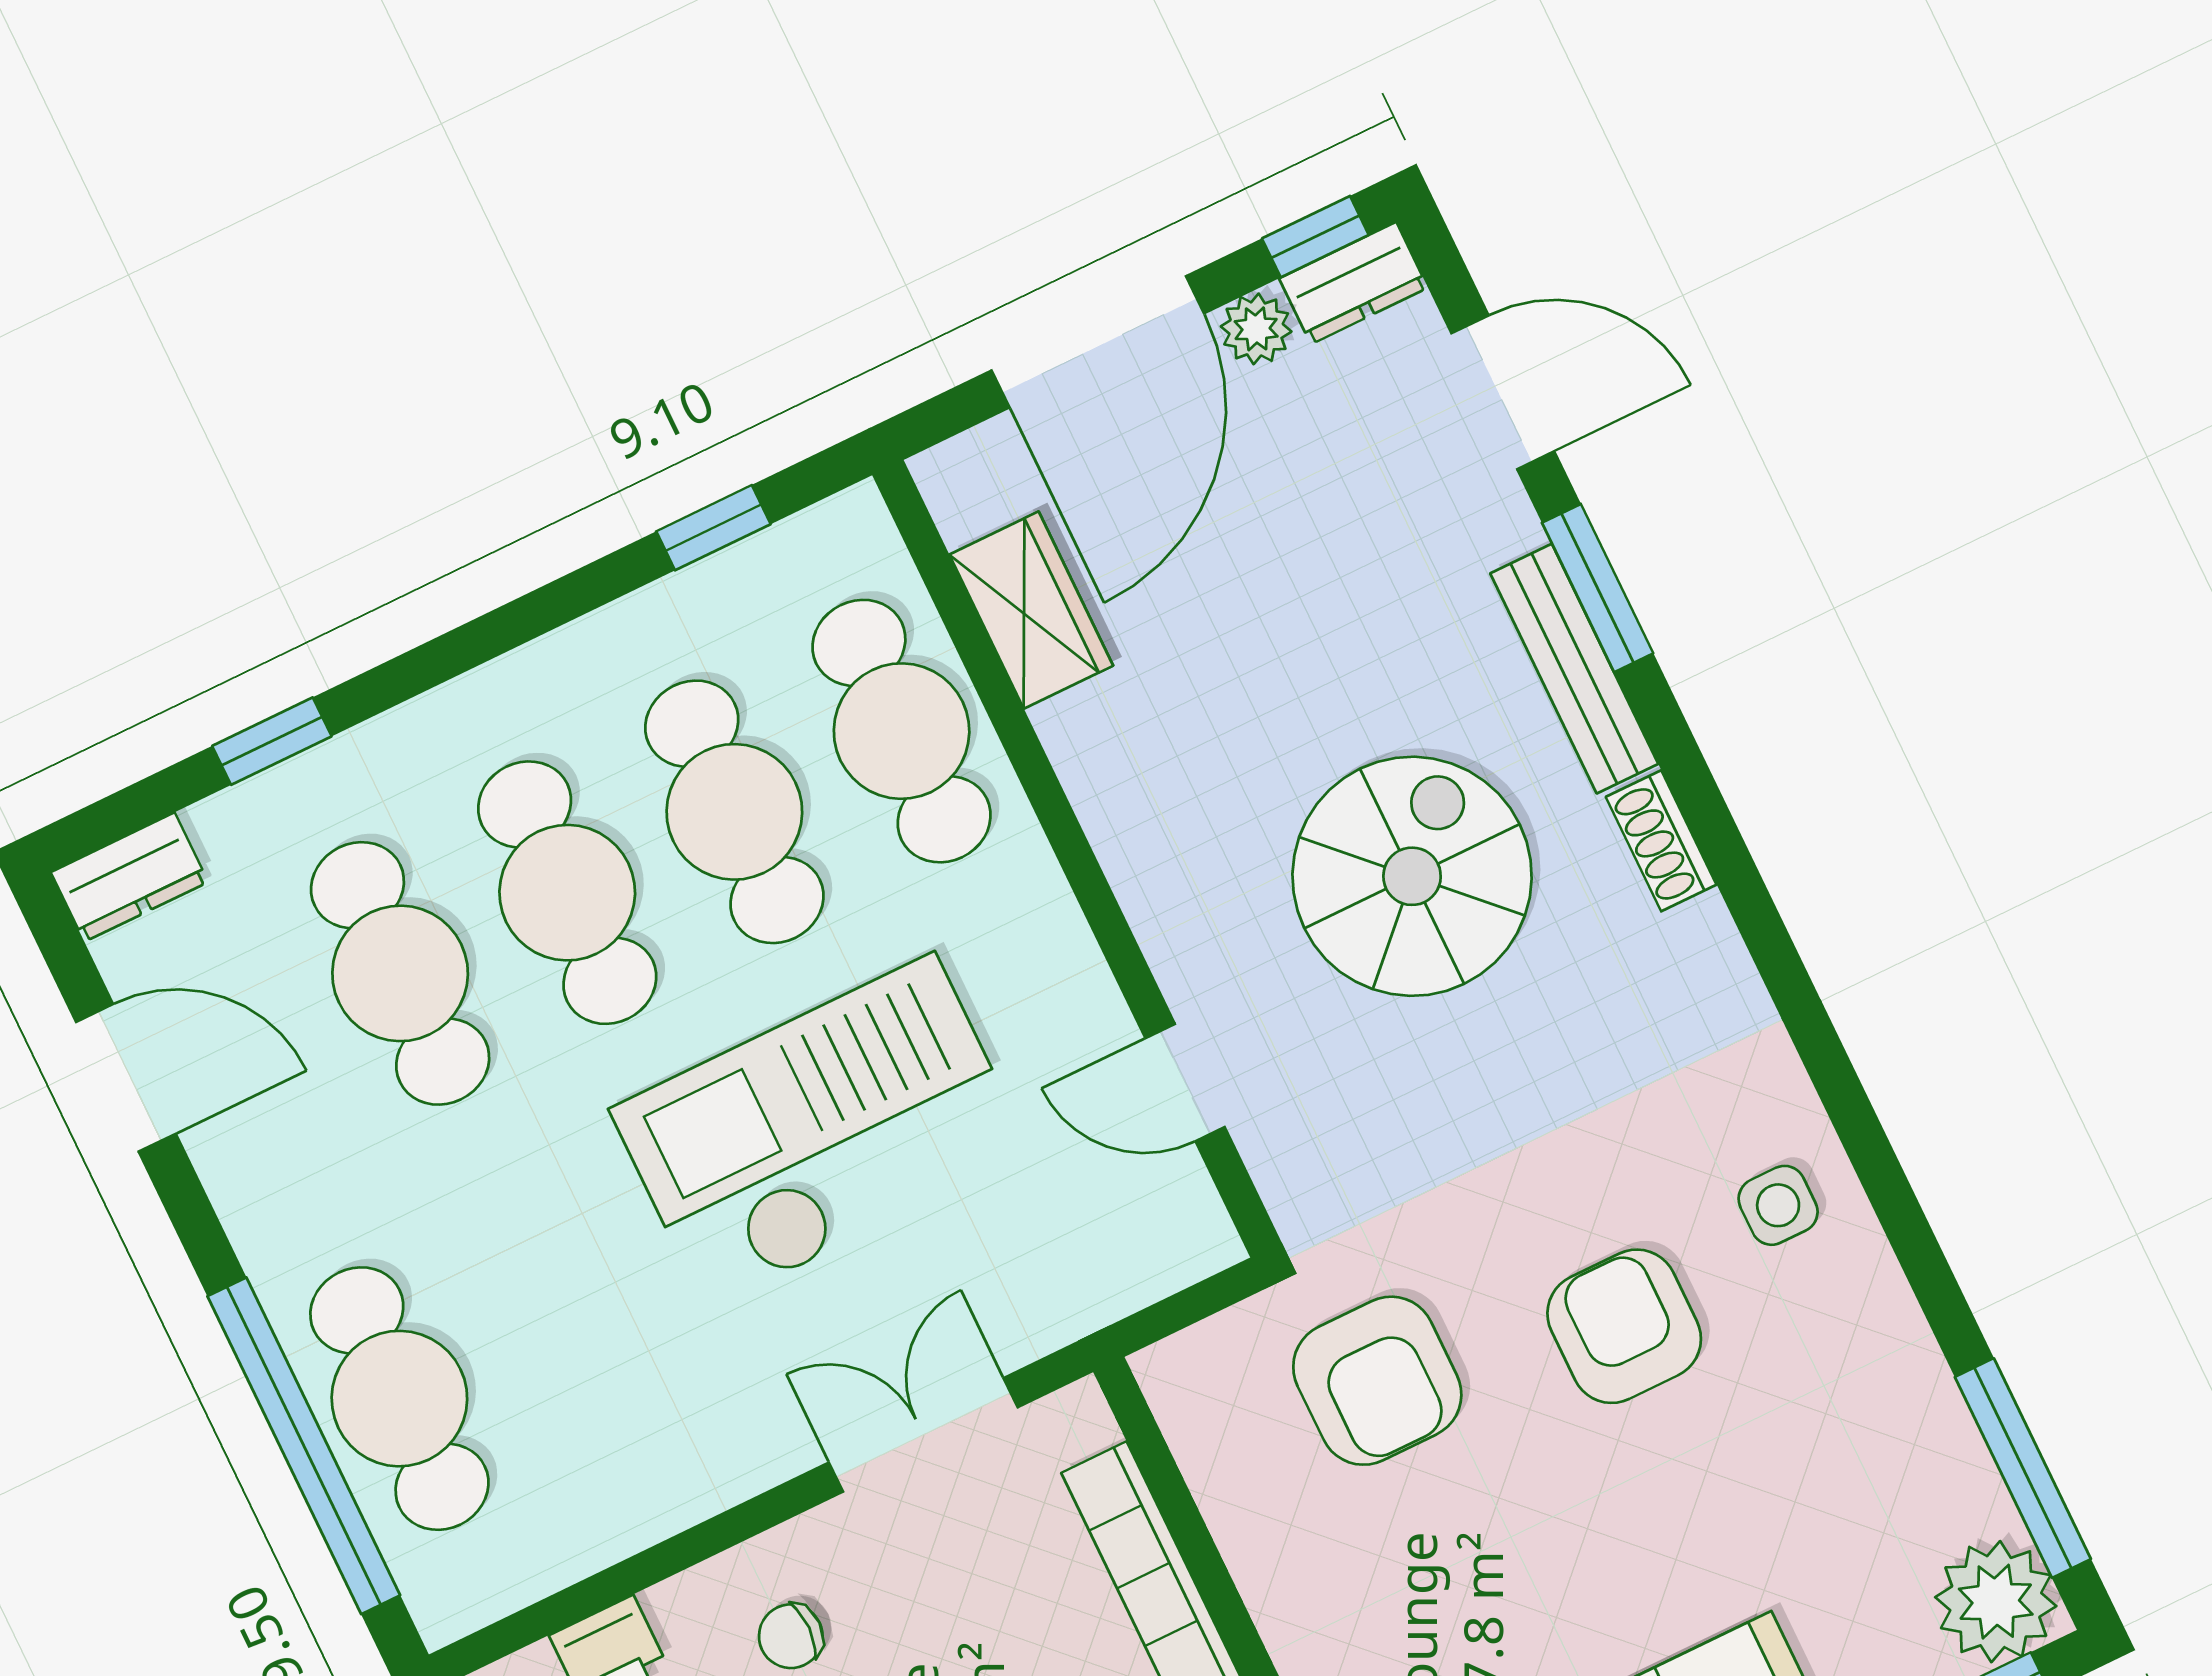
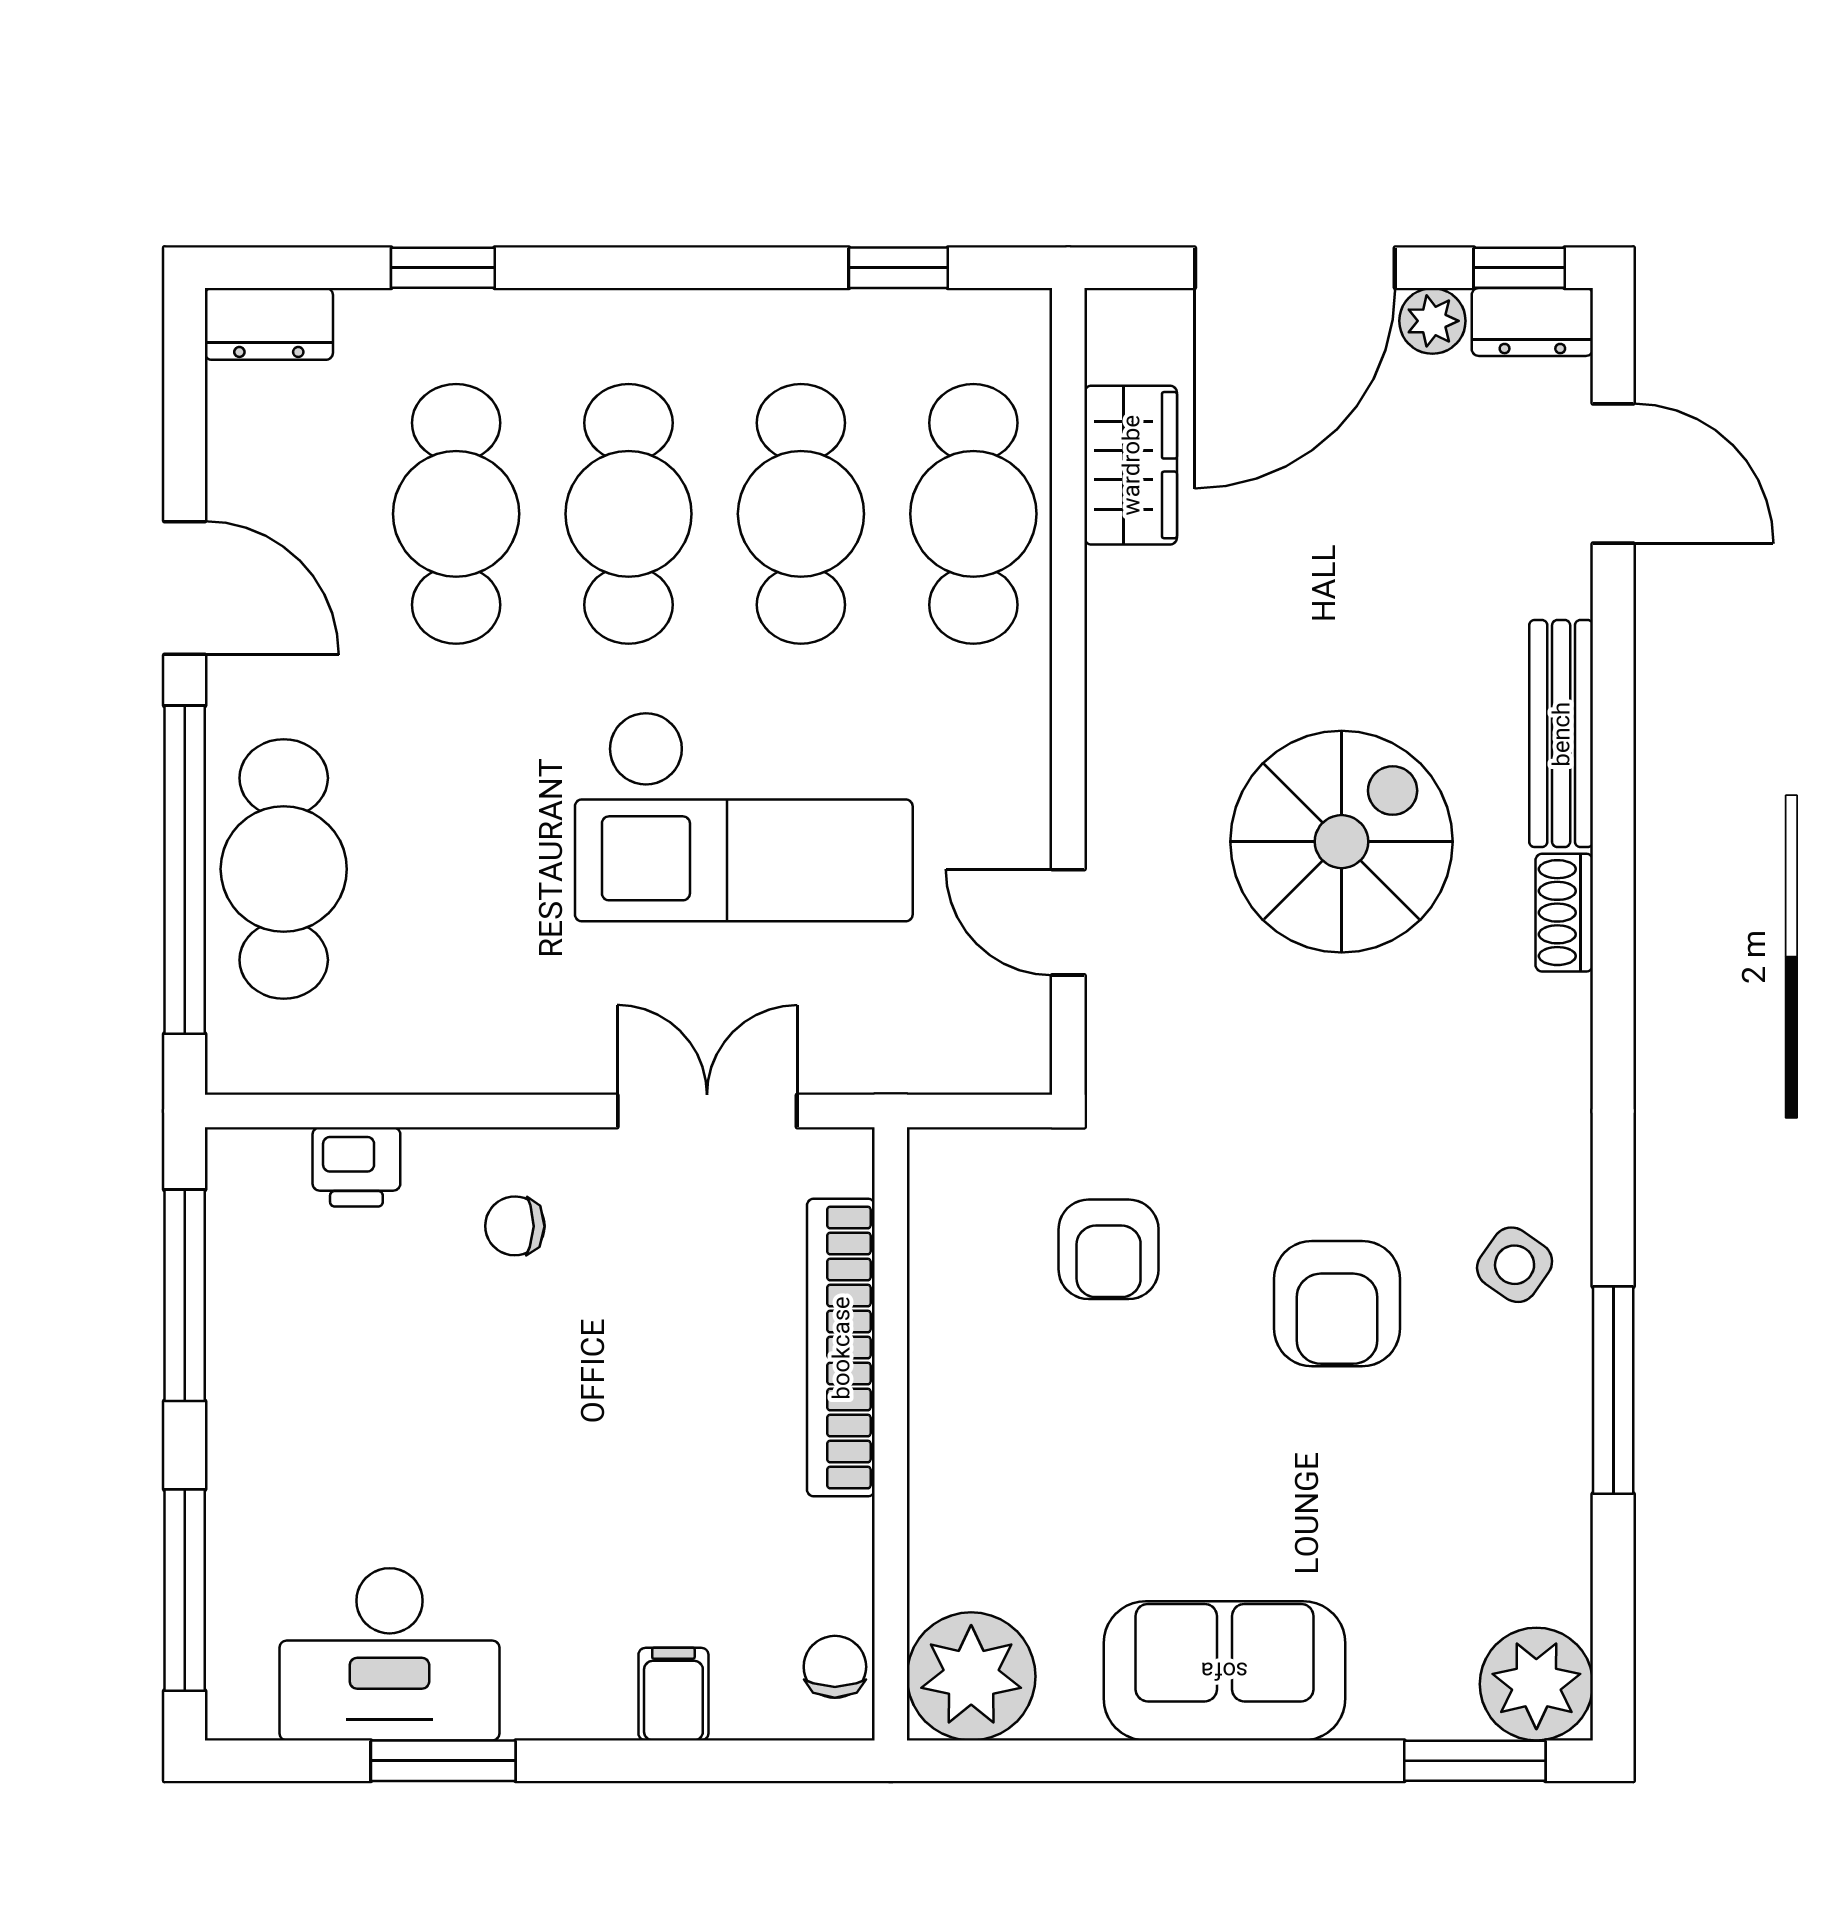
window: (1598, 588) -> (1613, 676), removed
door: (126, 1078) -> (185, 588), moved
checkout: (821, 1132) -> (744, 816), turned 180
side table: (1778, 1205) -> (1515, 1265), turned 35
armchair: (1624, 1326) -> (1337, 1304), turned 180
armchair: (1377, 1381) -> (1109, 1249), width x0.72, depth x0.72
window: (2023, 1468) -> (1613, 1390), moved

